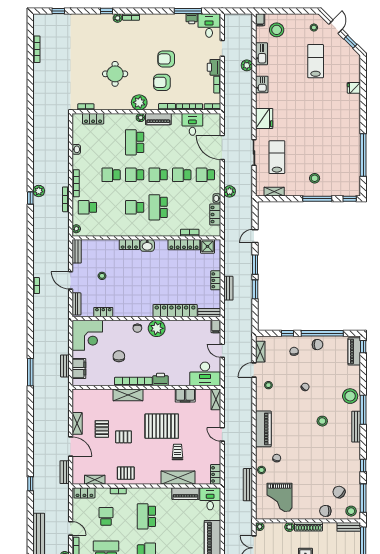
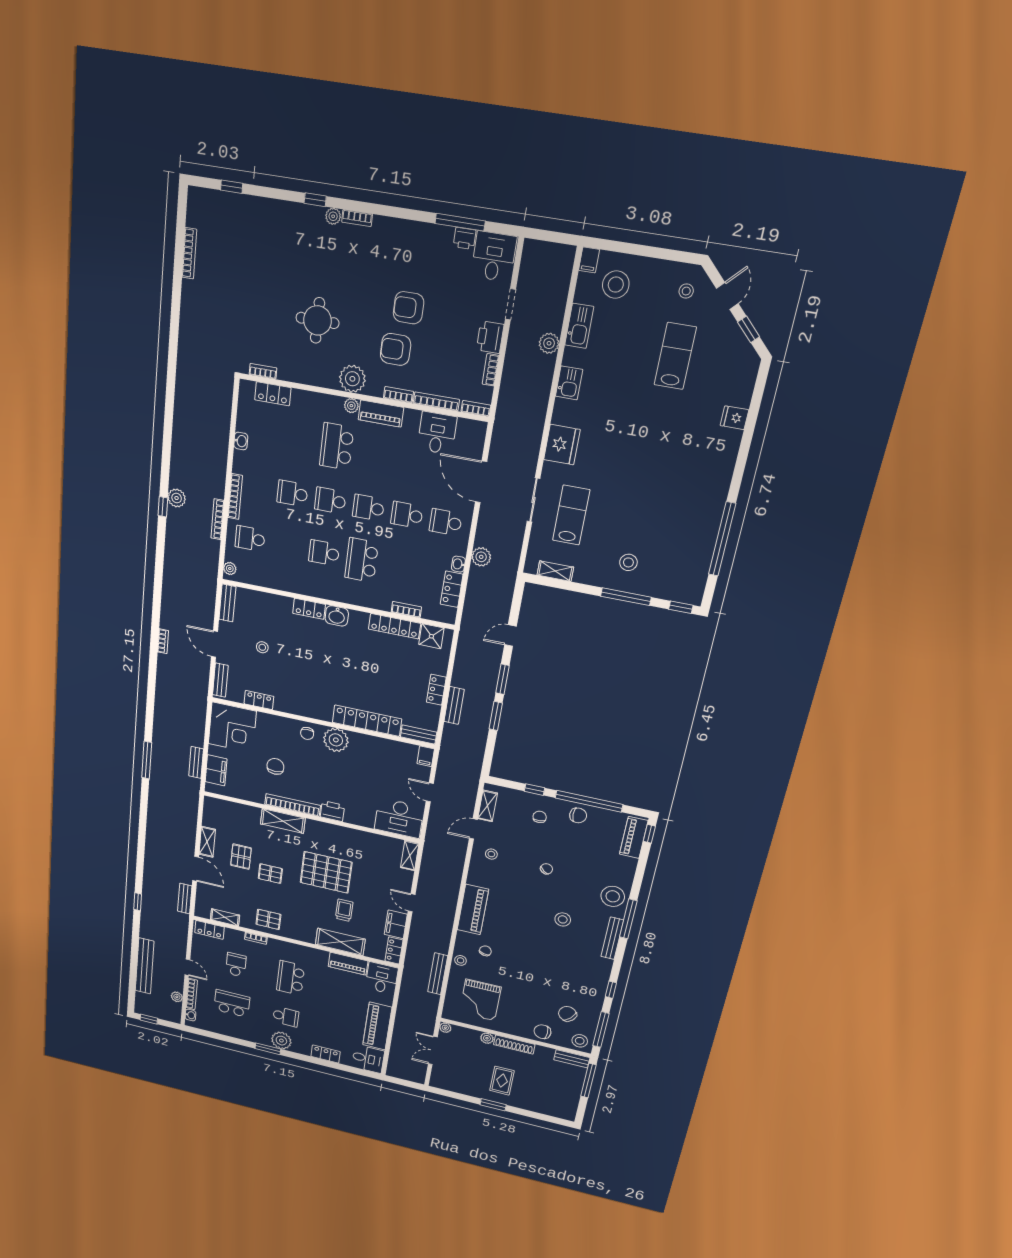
filing cabinet: (185, 396) -> (396, 924), moved, turned 90

